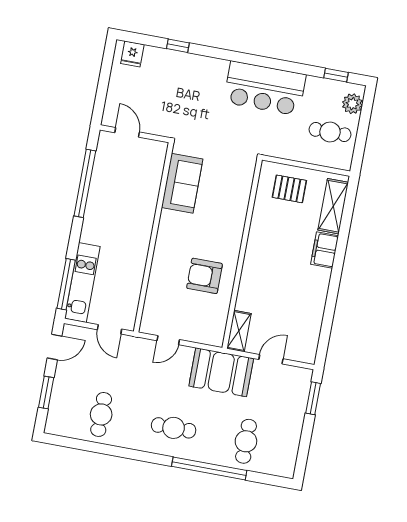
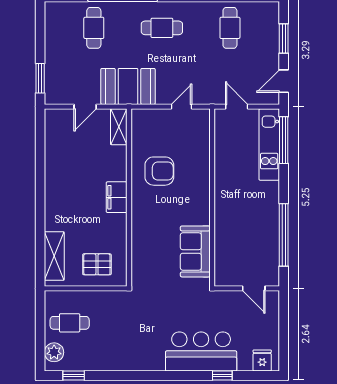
bar counter: (265, 88) -> (201, 351), moved
filing cabinet: (324, 250) -> (117, 197), moved, turned 180

